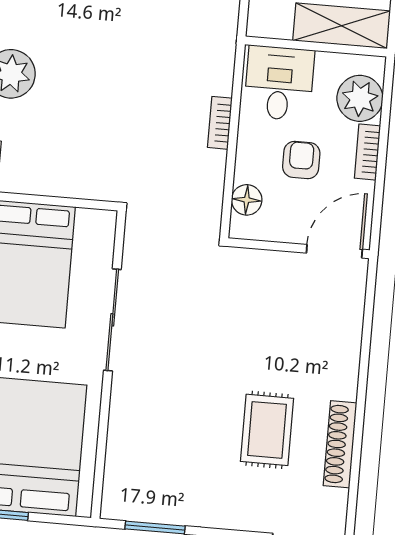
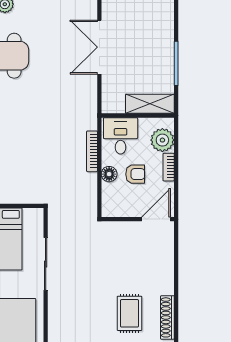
bookcase: (220, 123) -> (92, 151), width x1.56
armchair: (301, 160) -> (135, 174), turned 90
floor lamp: (247, 200) -> (109, 174), moved

